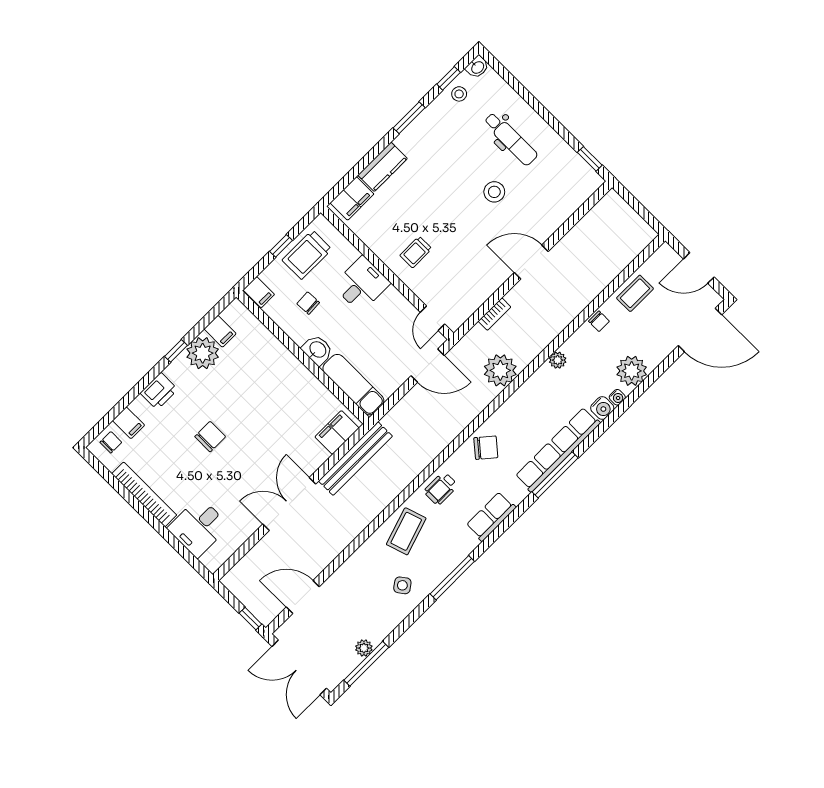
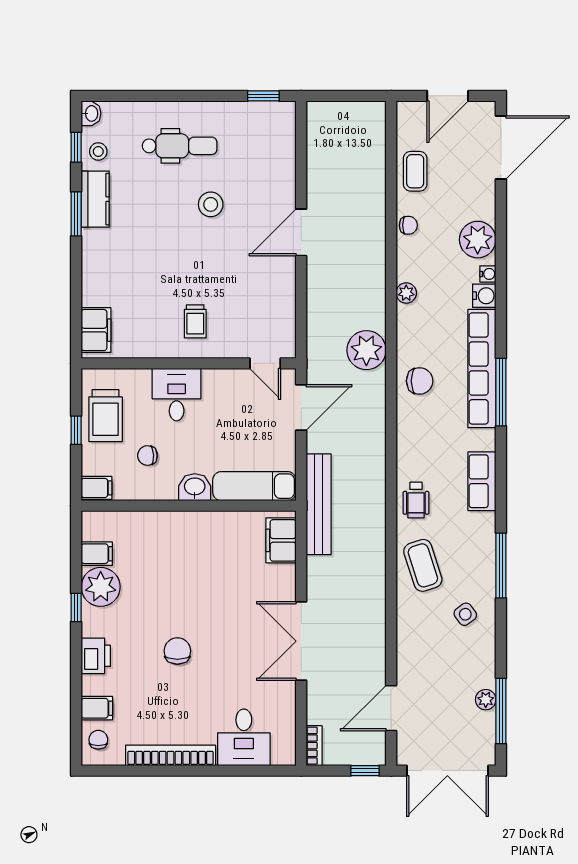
kitchen counter: (383, 167) -> (95, 199), moved
bookcase: (495, 314) -> (314, 746), moved
chair: (486, 448) -> (420, 381), moved, turned 50
bench: (355, 459) -> (319, 504), moved

